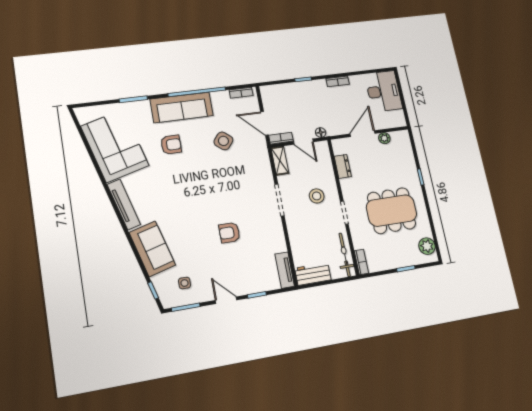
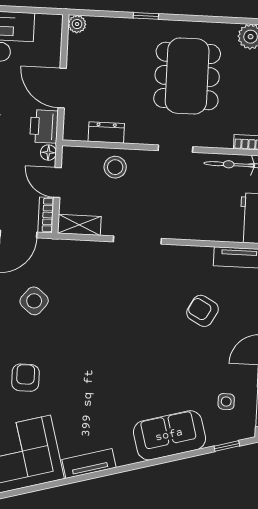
printer: (336, 127) -> (44, 126), added
plant: (384, 138) -> (77, 24), moved
door: (303, 142) -> (57, 182), swing flipped
stool: (317, 196) -> (115, 167), moved
tv unit: (124, 204) -> (89, 463), width x0.71
armchair: (229, 233) -> (203, 311), moved, turned 119

